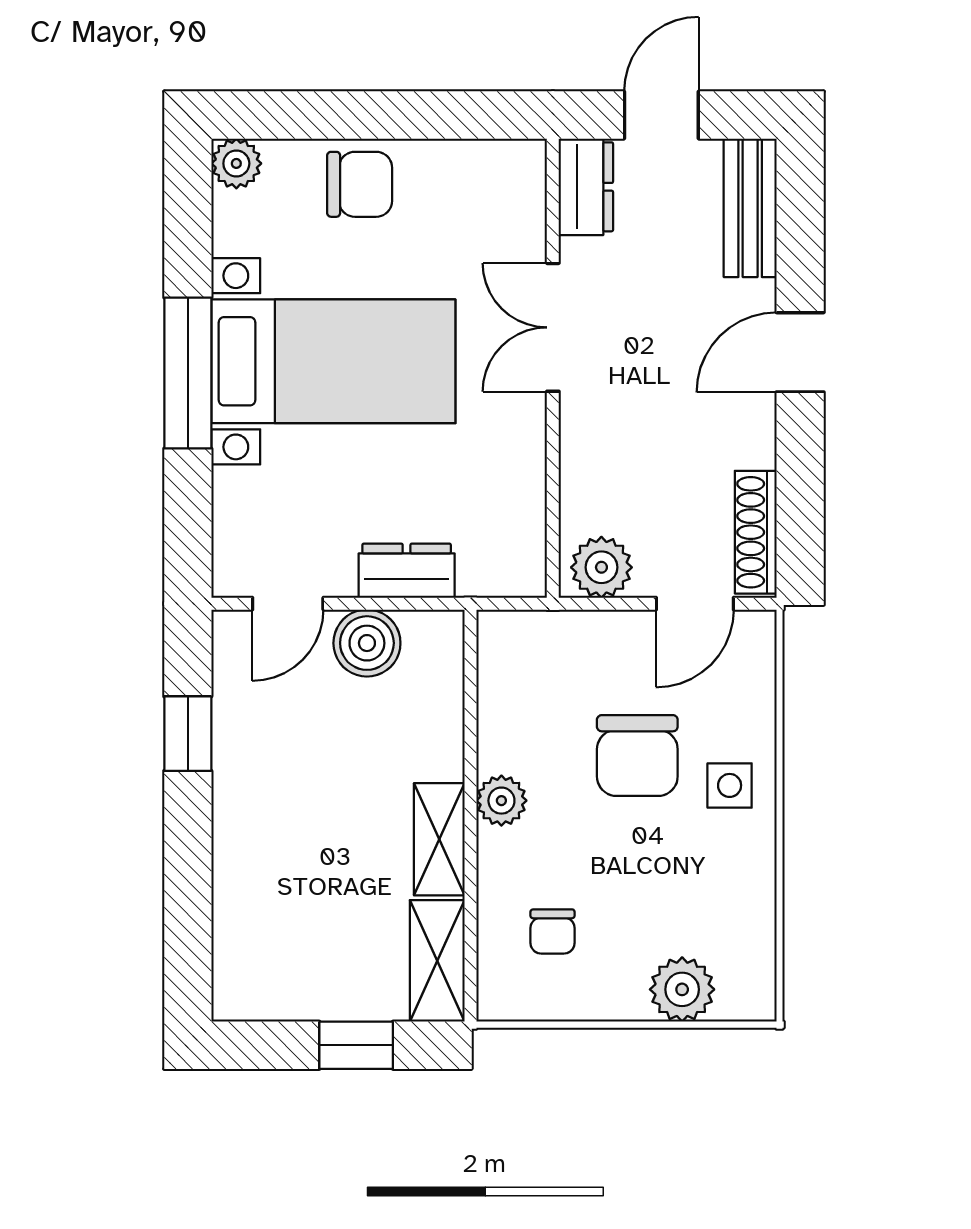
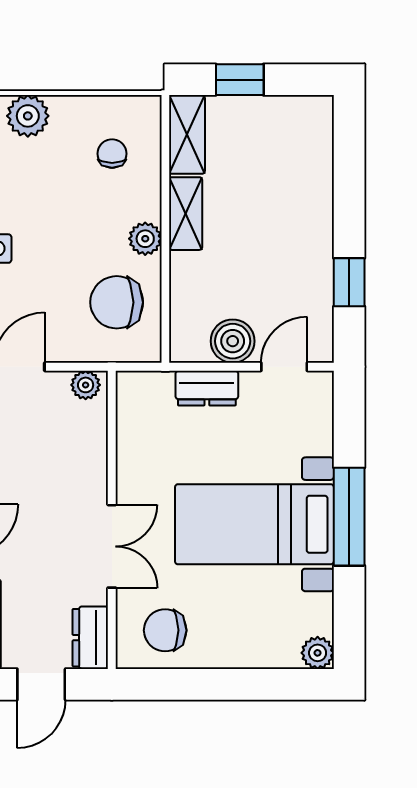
chair: (360, 184) -> (165, 630), moved
plant: (601, 567) -> (86, 385), width x0.73, depth x0.73
chair: (637, 756) -> (117, 302), moved, turned -90

